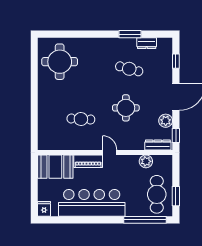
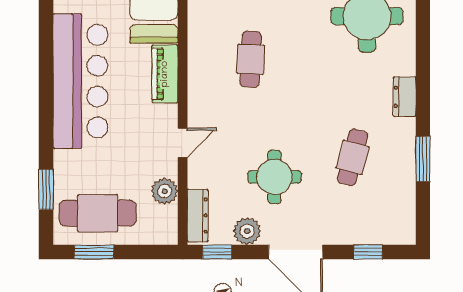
dresser: (147, 43) -> (405, 97), moved
round table: (126, 108) -> (275, 177), moved
door: (110, 152) -> (183, 143), moved
window: (145, 220) -> (46, 189), width x0.47

